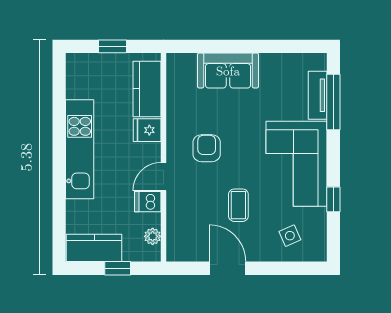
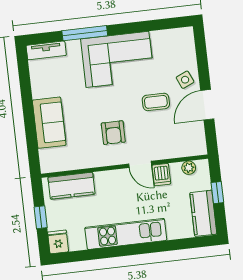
tv unit: (318, 95) -> (46, 50), moved
window: (333, 102) -> (85, 33), moved
fridge: (147, 130) -> (58, 242), moved, turned 180
armchair: (207, 148) -> (113, 133), turned -90
window: (333, 199) -> (143, 27), removed
side table: (290, 236) -> (185, 80), moved

